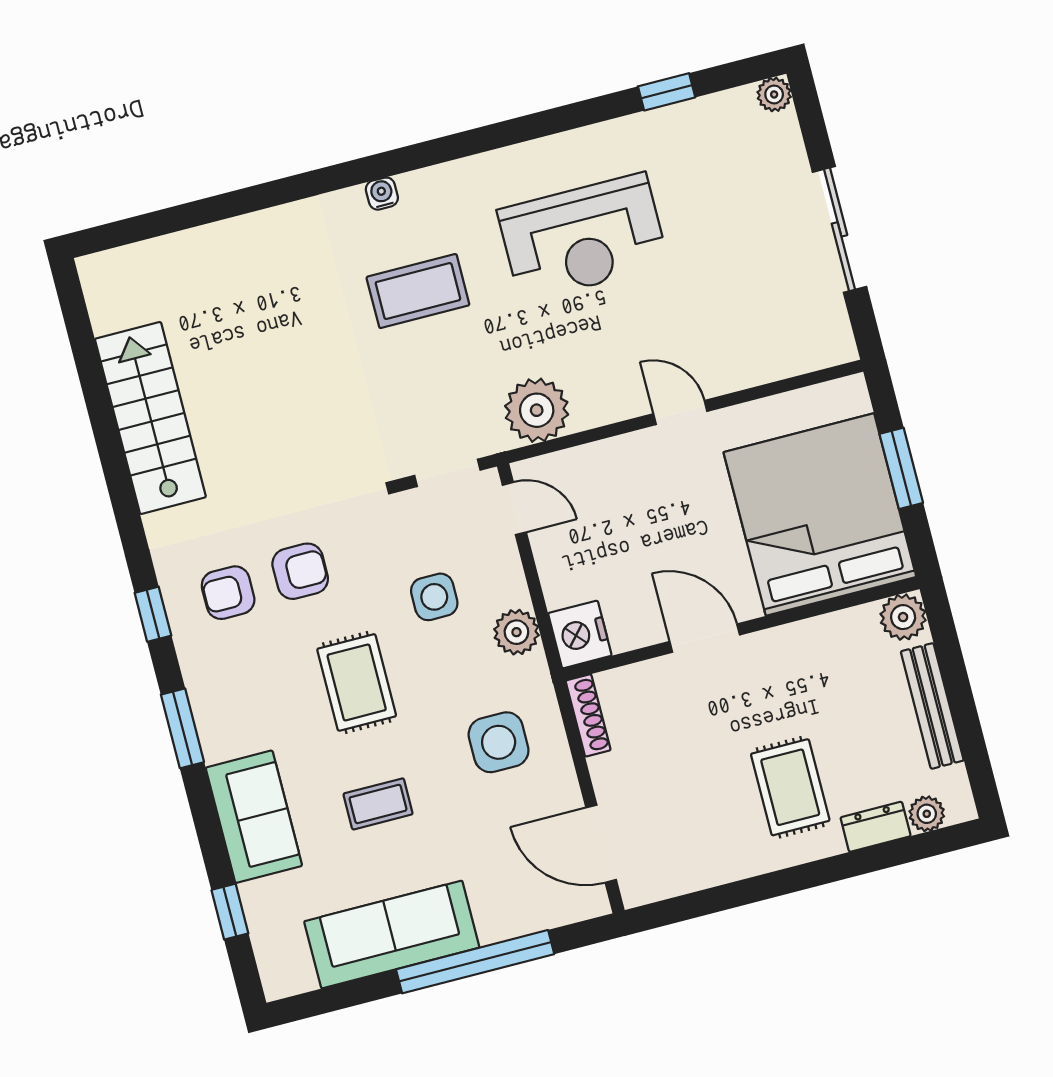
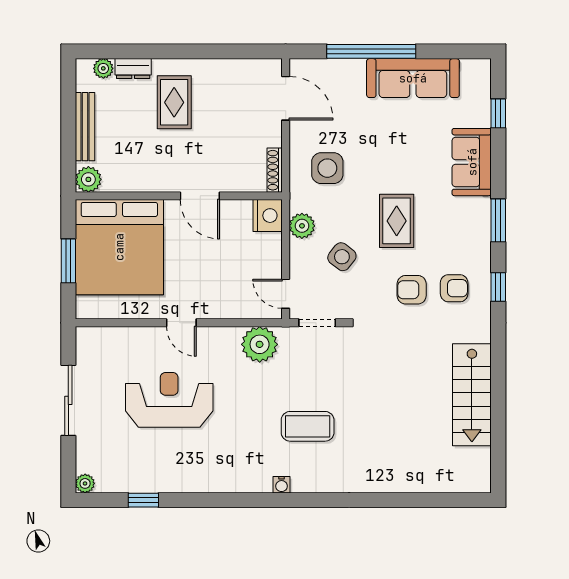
water cooler: (382, 194) -> (282, 485), moved
reception desk: (583, 238) -> (169, 400), moved
side table: (434, 597) -> (342, 257), turned 38
coffee table: (378, 804) -> (402, 151), removed

